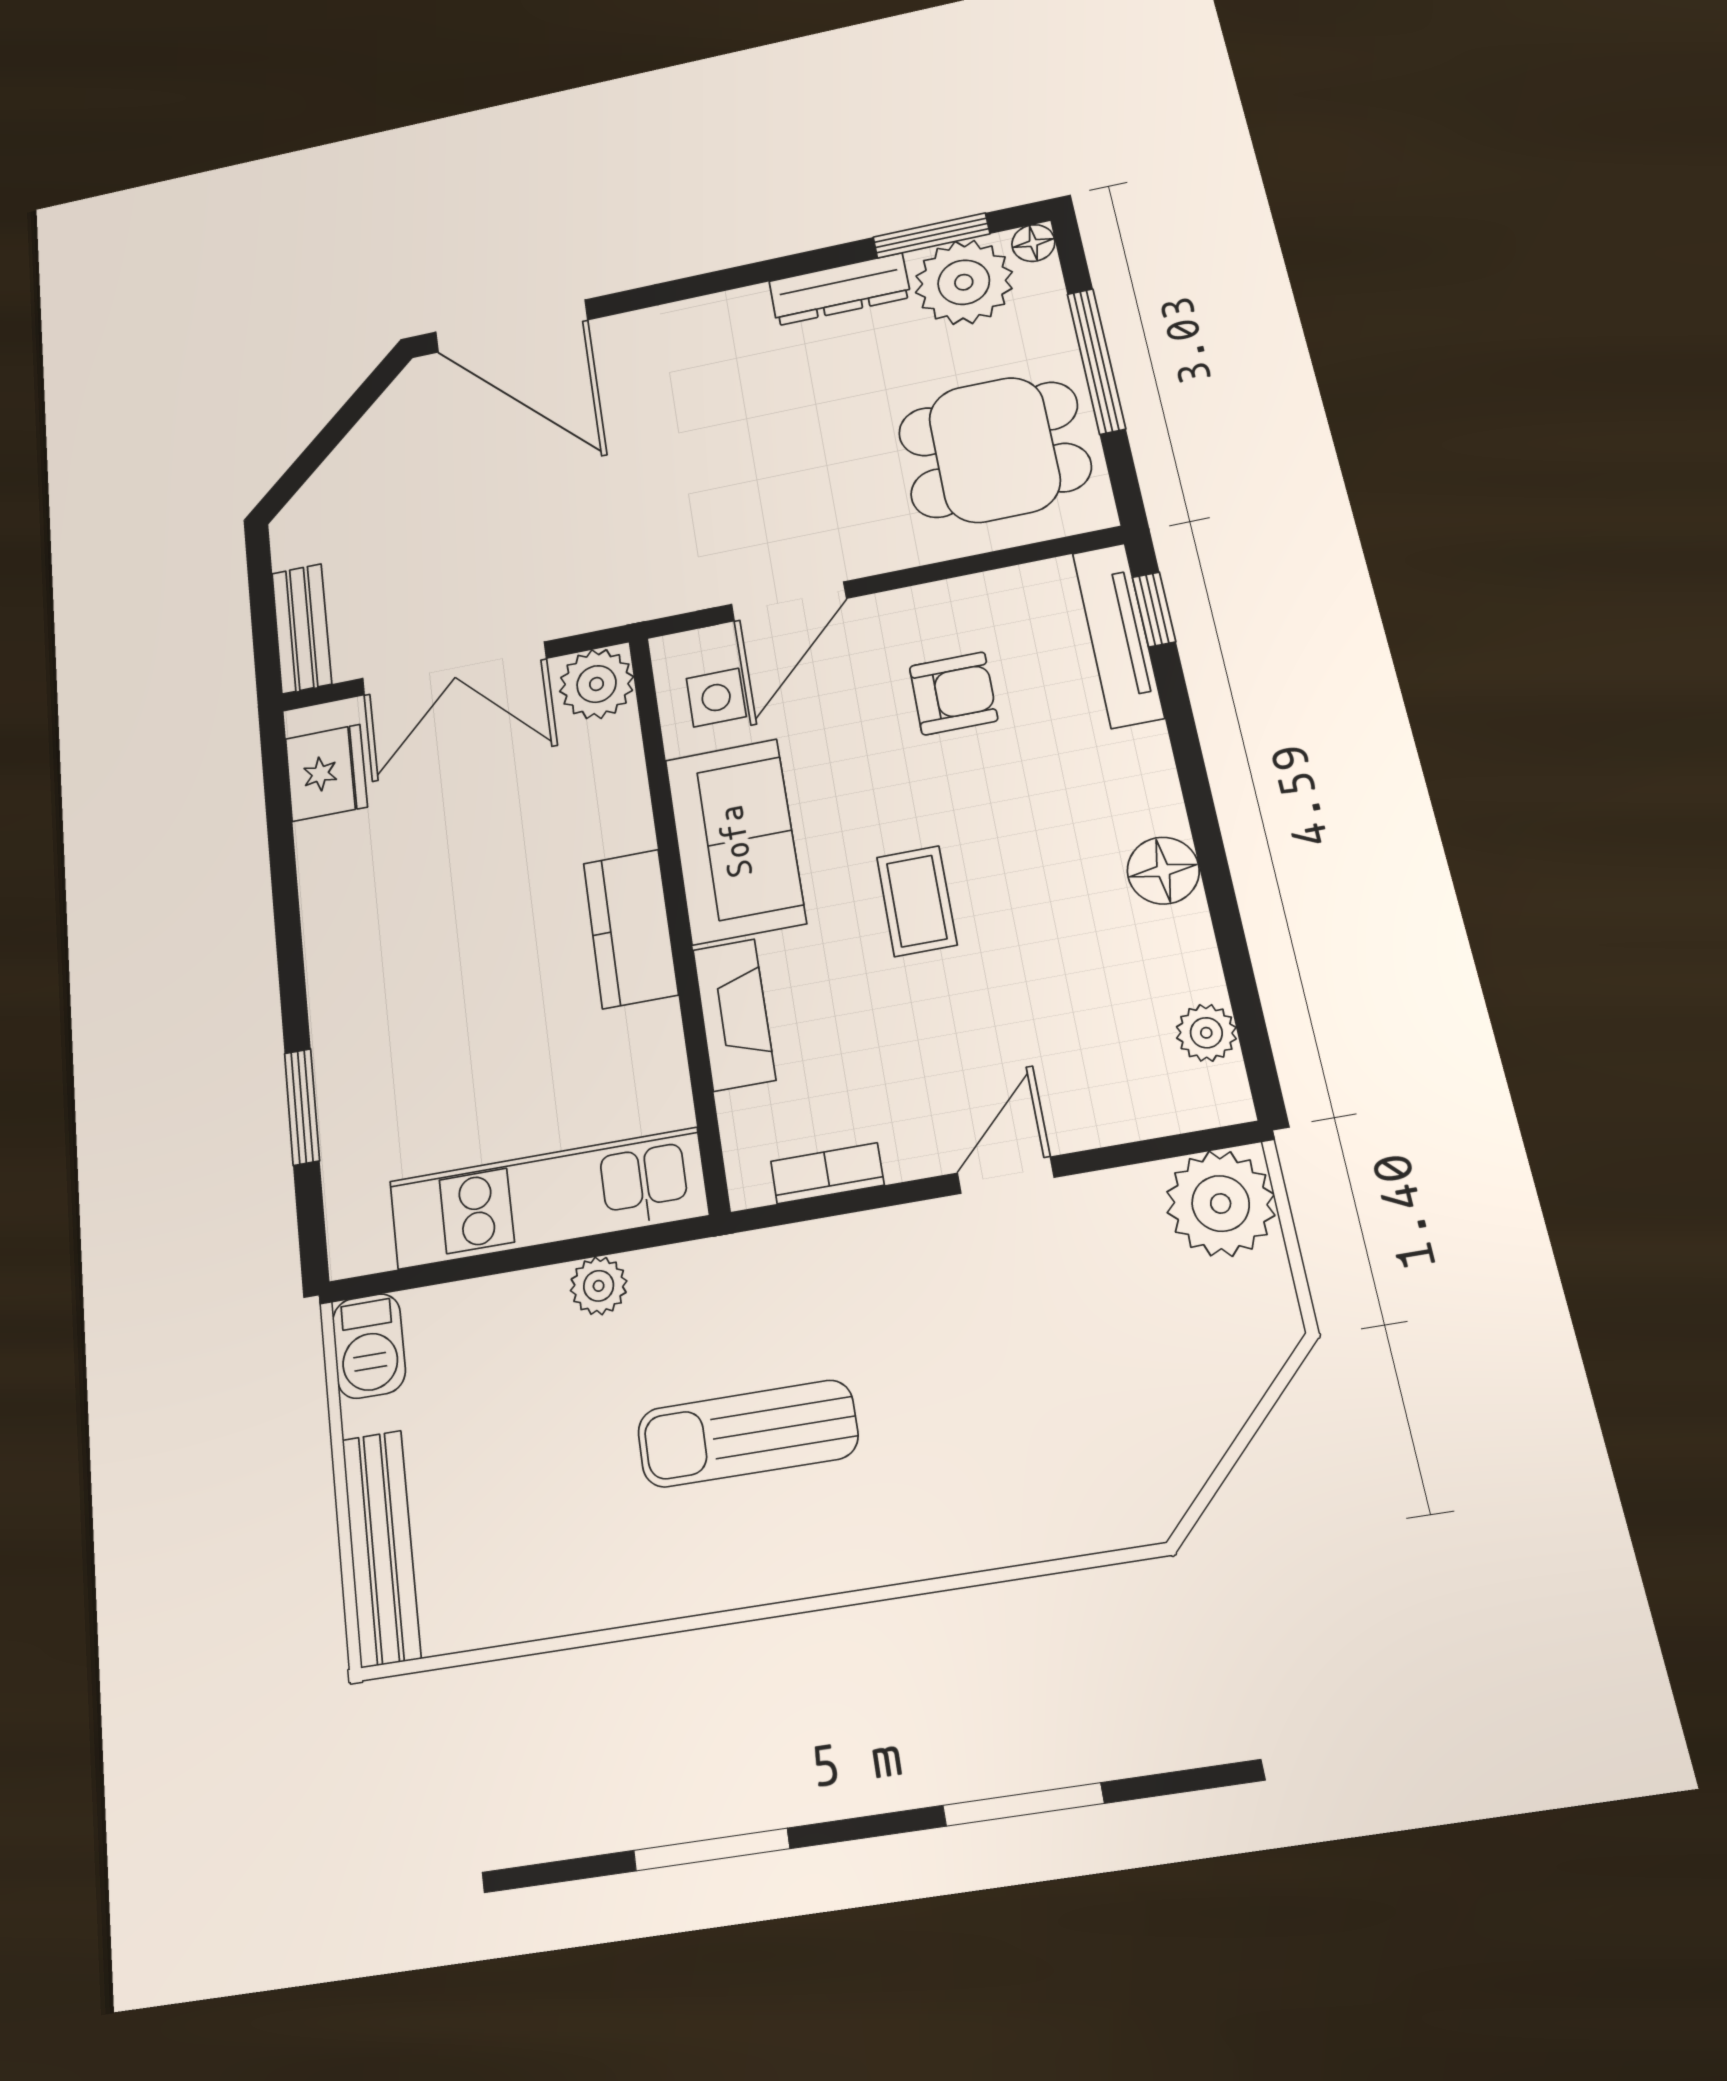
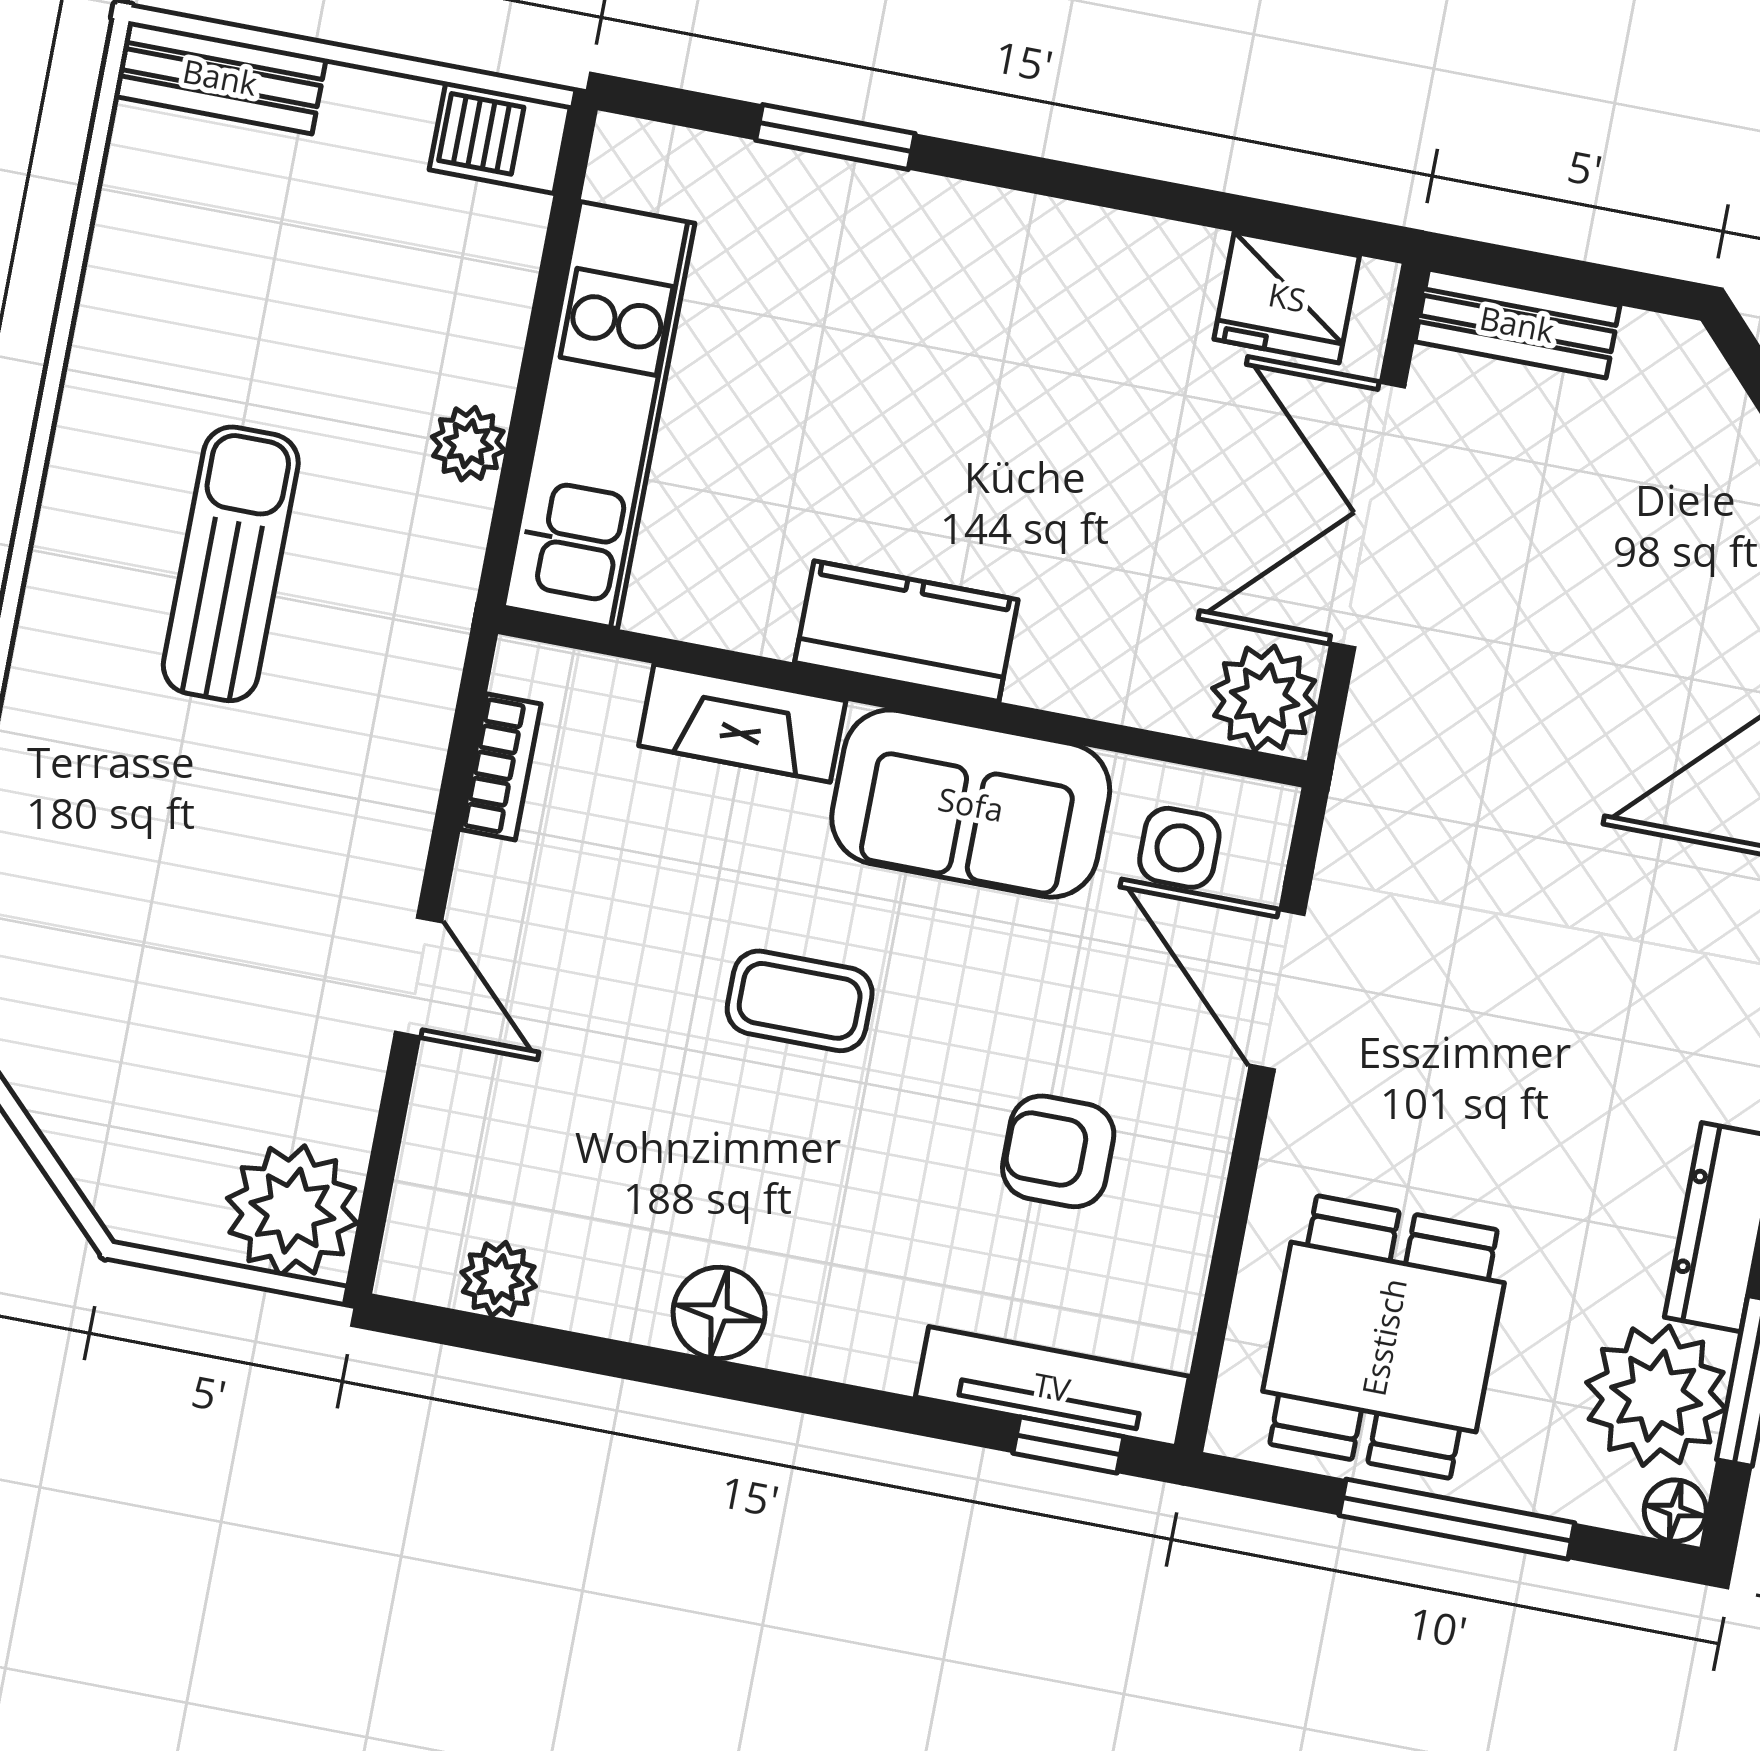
armchair: (954, 693) -> (1058, 1151), turned 90
bench: (381, 1548) -> (220, 77), width x0.73

